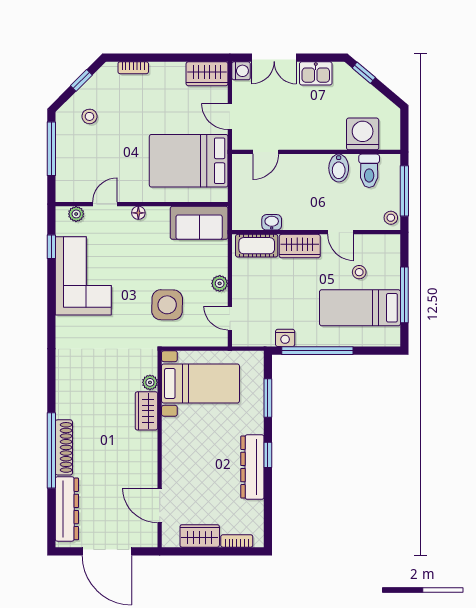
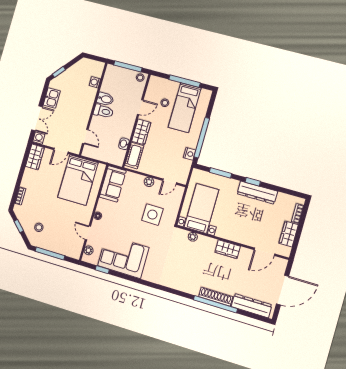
washing machine: (363, 134) -> (95, 82), width x0.53, depth x0.53
toilet: (369, 171) -> (103, 111), moved
wardrobe: (146, 411) -> (228, 249), moved

